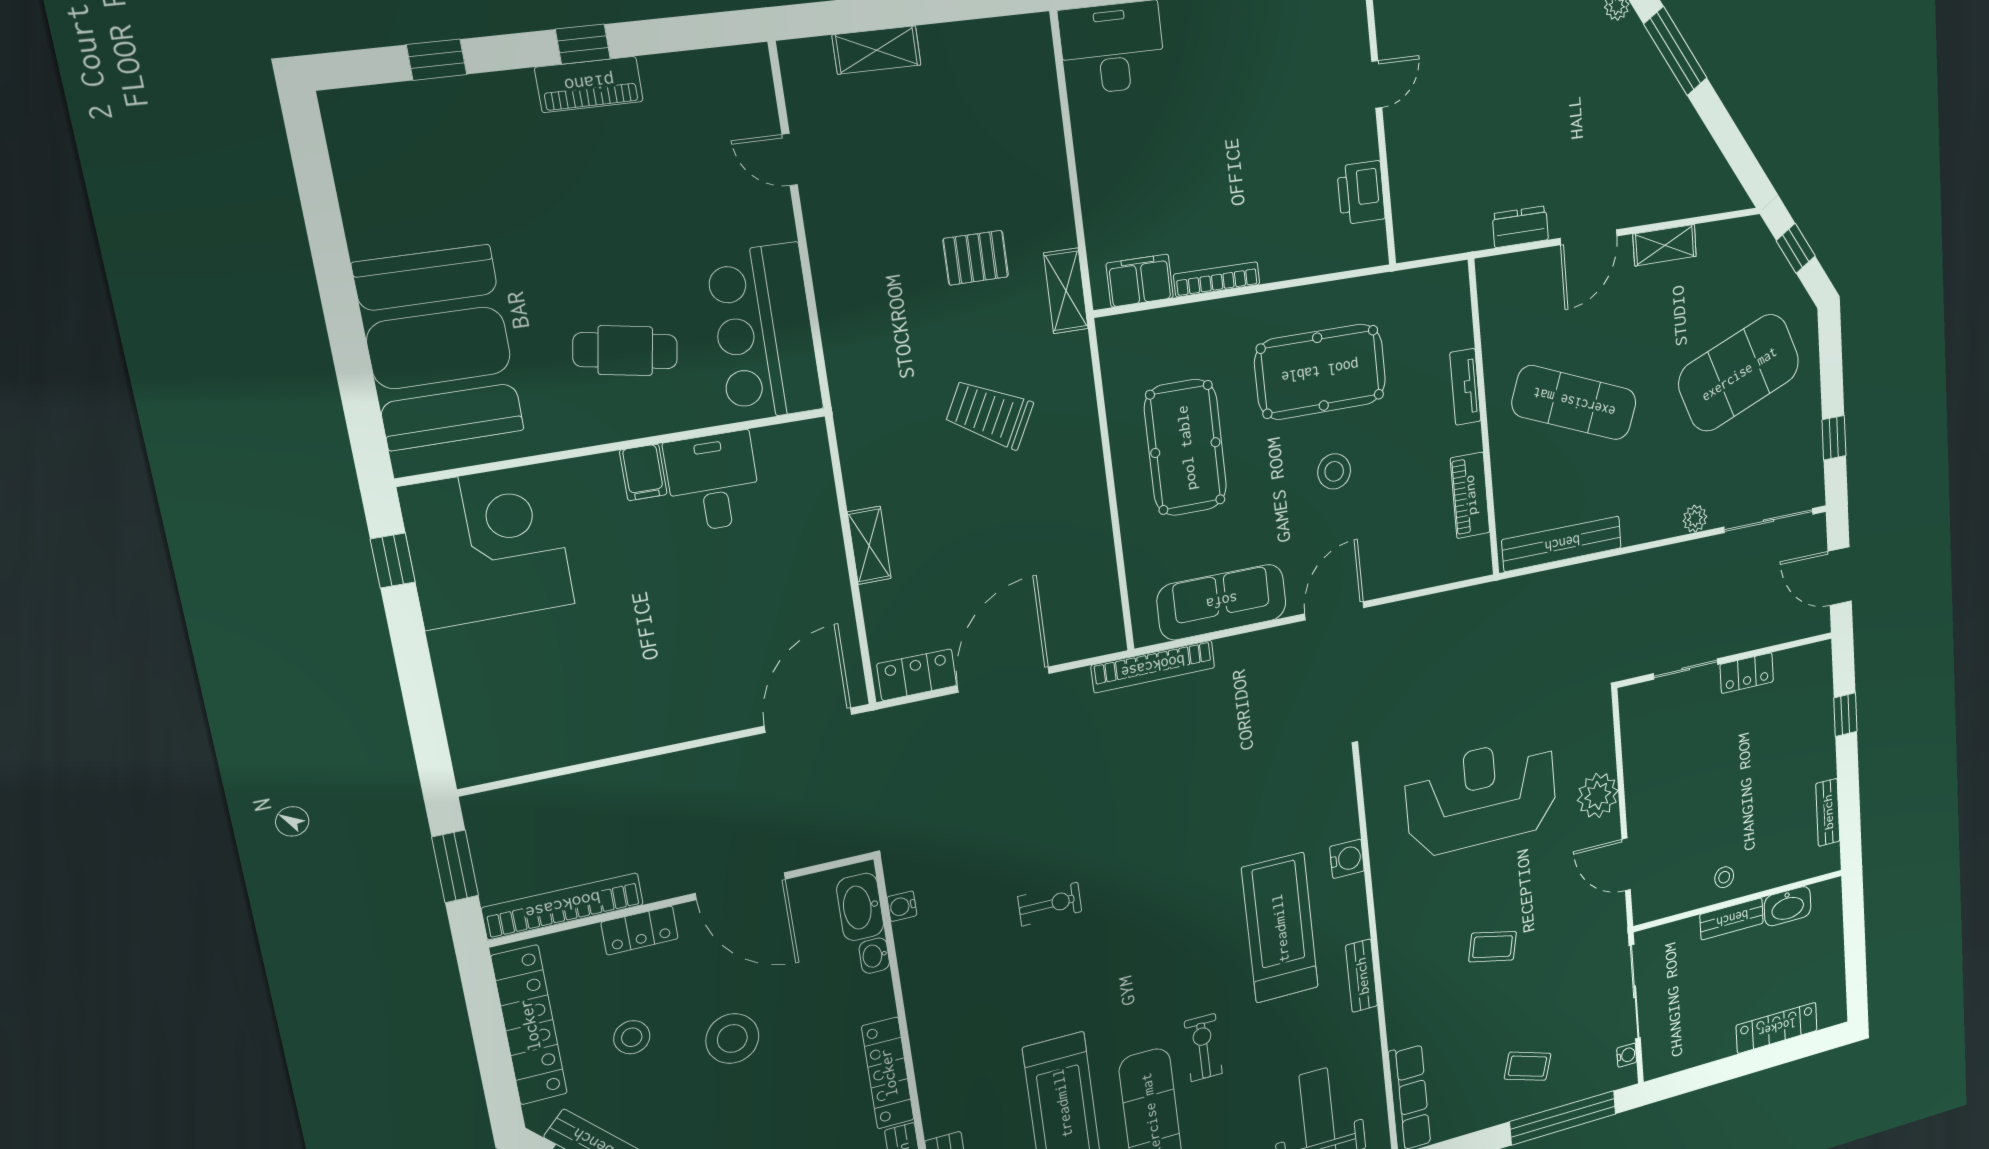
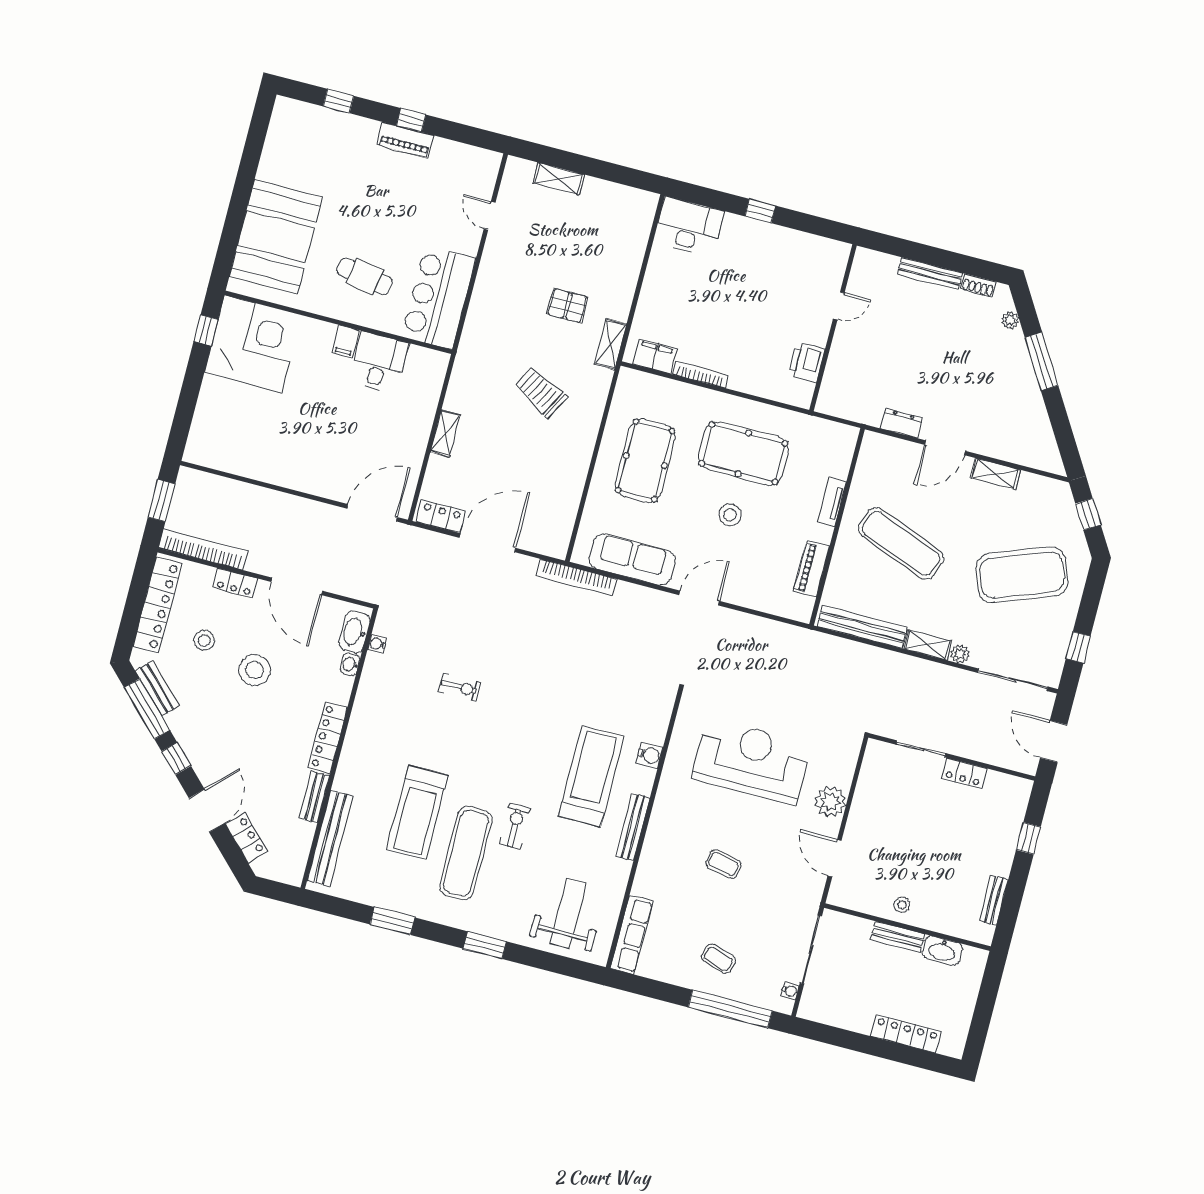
shelving: (1651, 527) -> (928, 645), added
bench: (1362, 976) -> (633, 827), width x1.36

